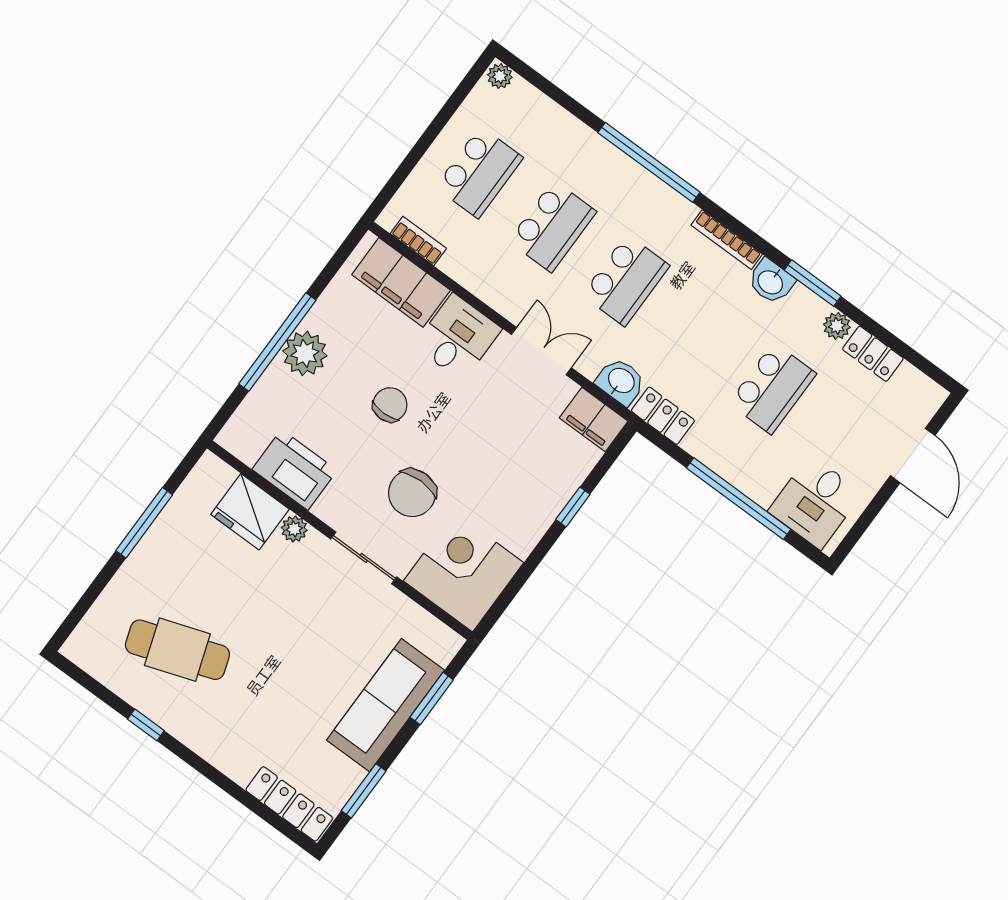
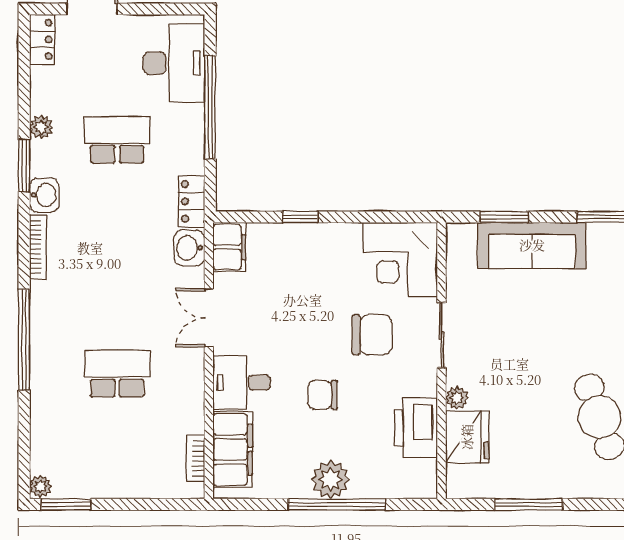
window: (465, 87) -> (66, 504), added
school desk: (479, 172) -> (117, 452), removed
school desk: (626, 280) -> (117, 296), removed
locker: (873, 354) -> (42, 39), moved
desk: (815, 502) -> (174, 63), width x1.37

